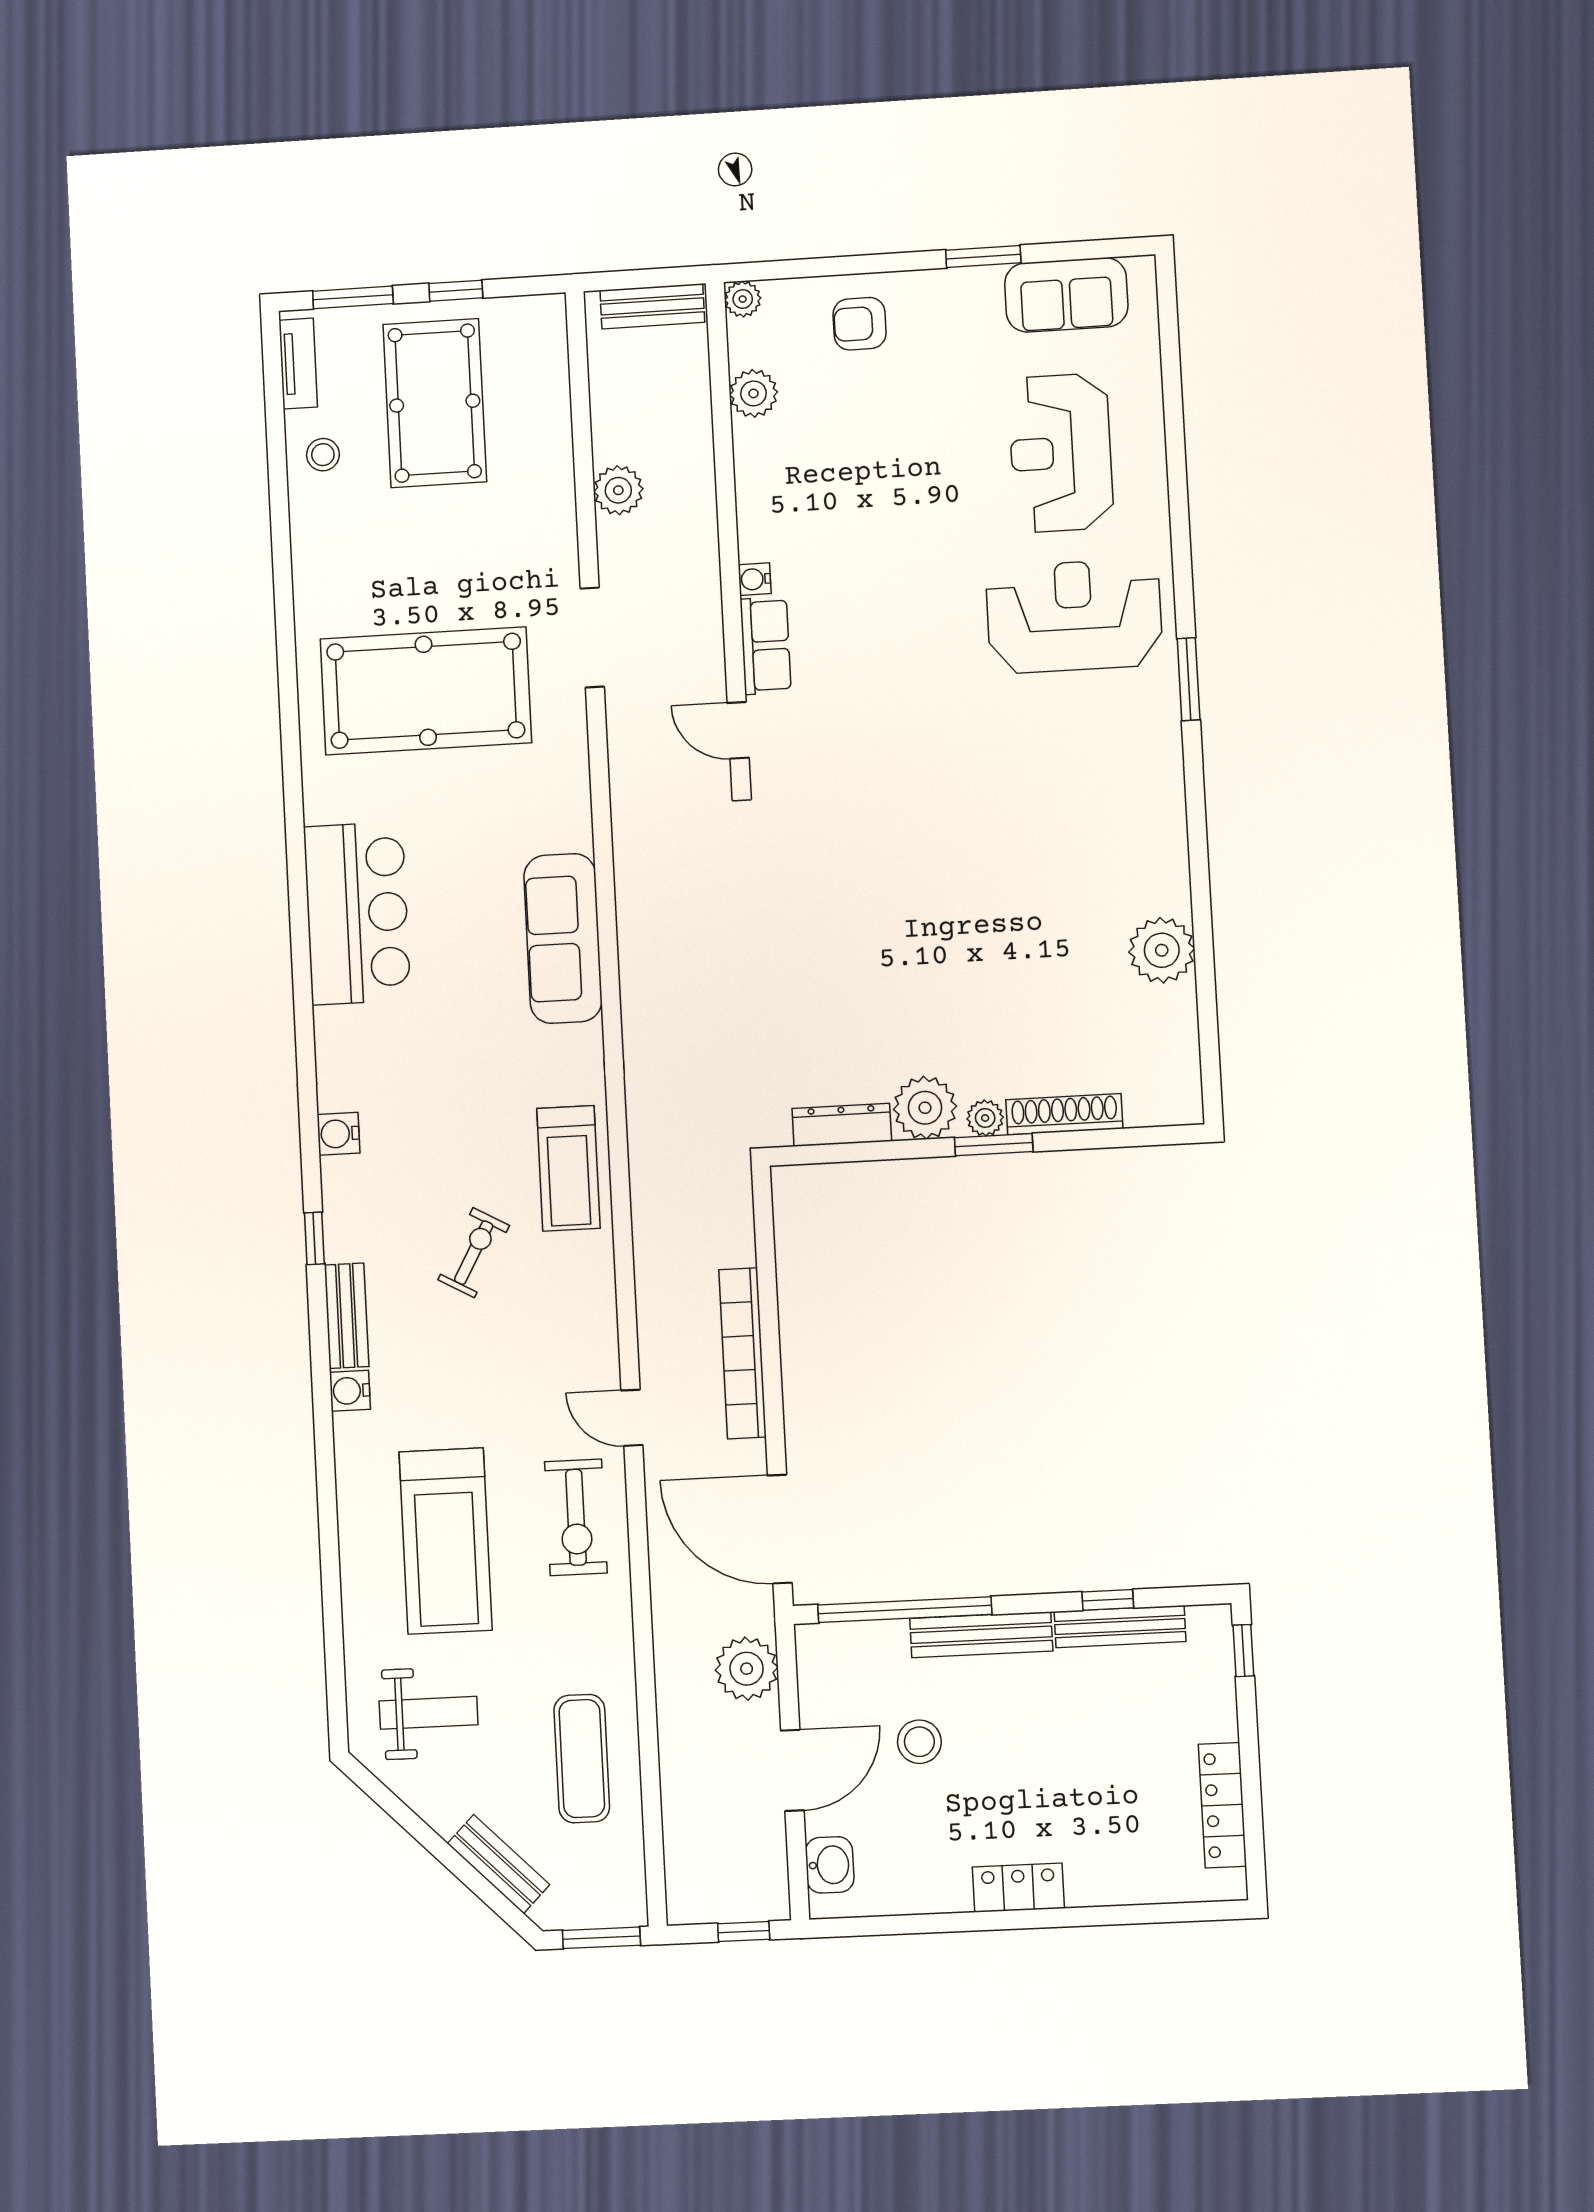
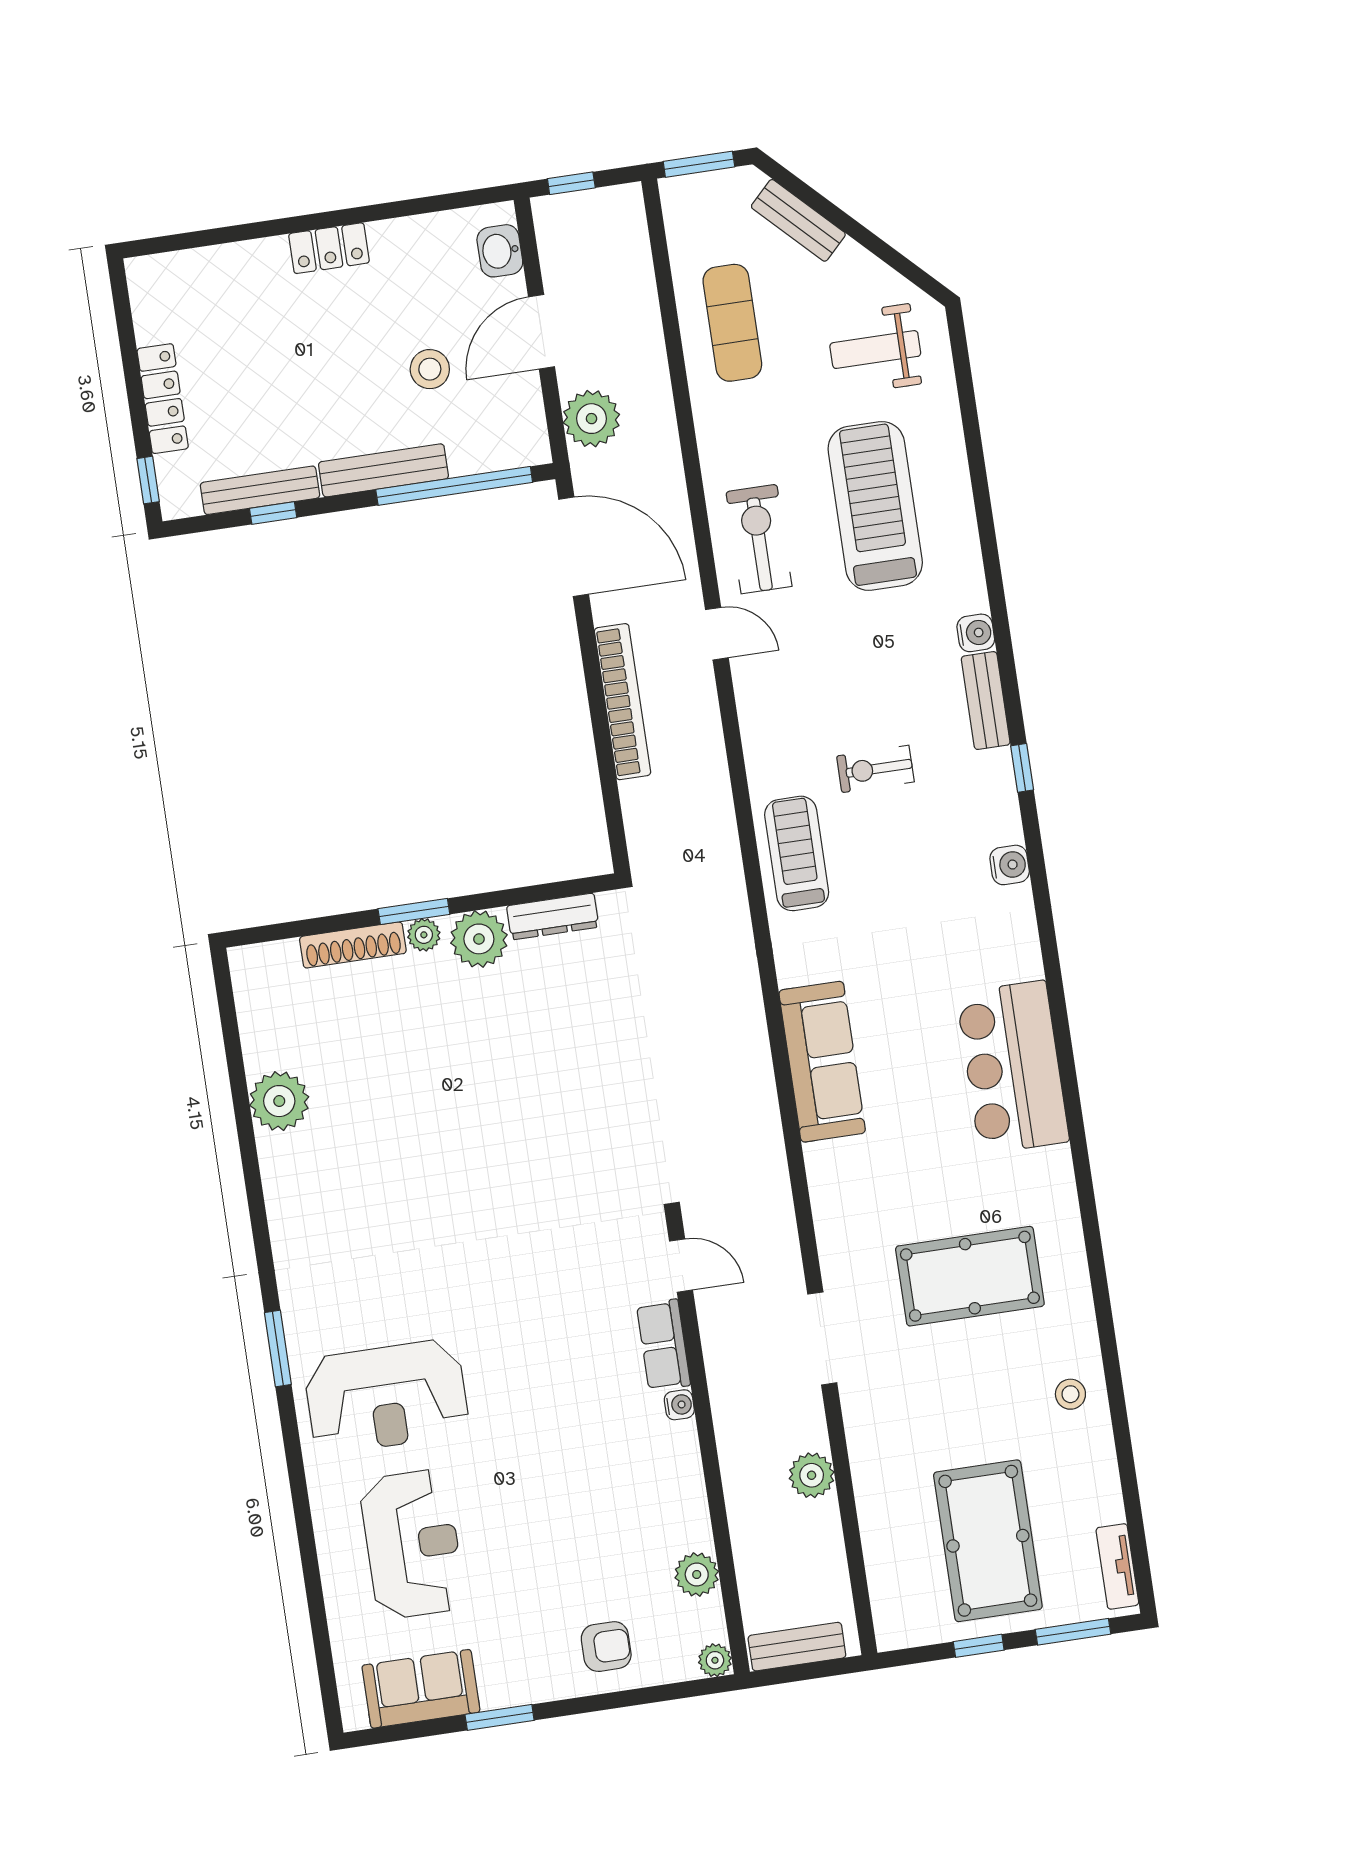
stool: (323, 455) -> (1070, 1394), moved
pool table: (426, 691) -> (970, 1276), width x0.73, depth x0.76
exercise bike: (474, 1253) -> (875, 769), turned 61
locker: (1222, 1805) -> (163, 399), moved

